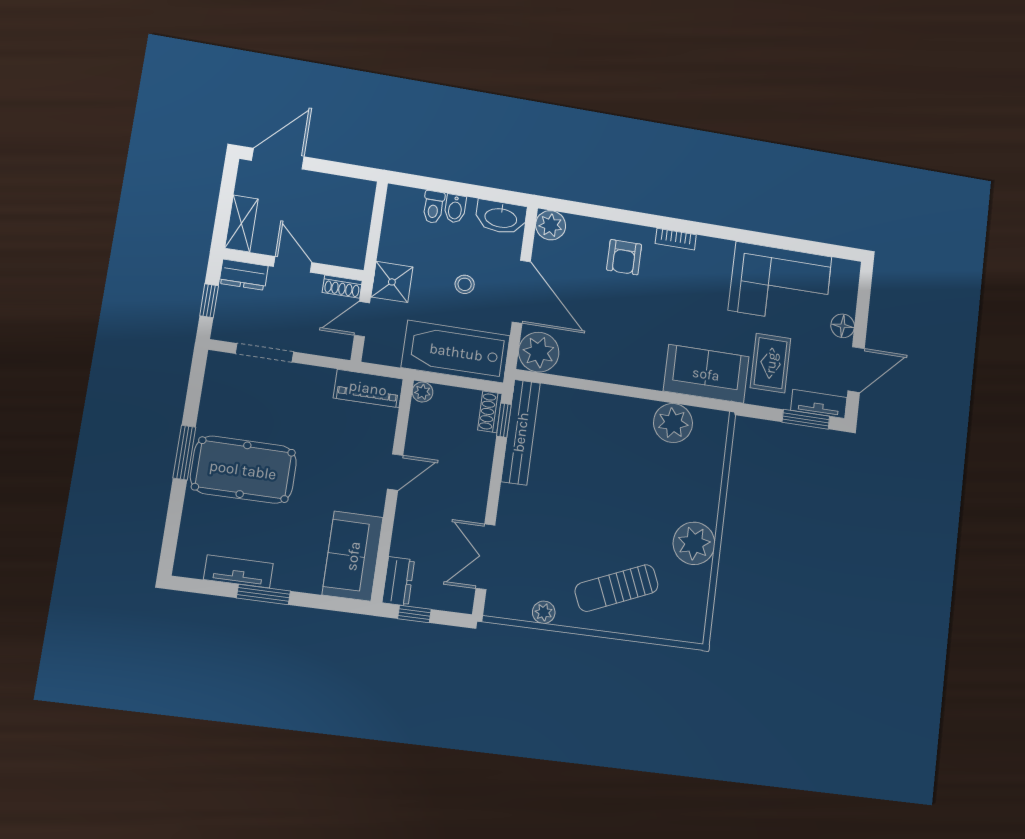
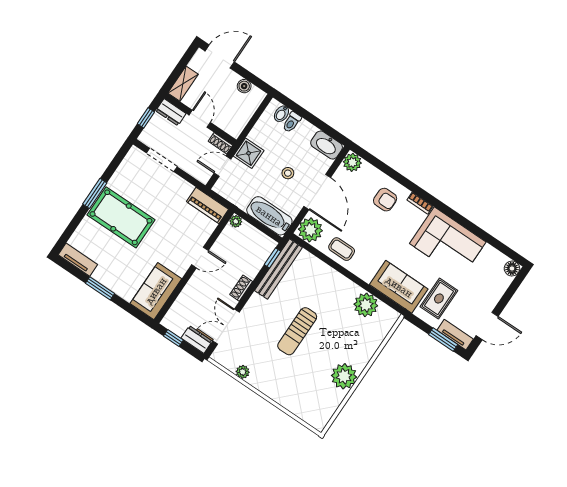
boiler: (336, 186) -> (244, 86), added
bidet: (455, 209) -> (281, 114), moved
armchair: (624, 257) -> (385, 200), turned -90
corner sofa: (780, 284) -> (448, 243), moved
floor lamp: (843, 326) -> (512, 268), moved
bathtub: (456, 352) -> (269, 216), width x0.73, depth x0.73
coffee table: (598, 359) -> (342, 249), added
shoe rack: (490, 412) -> (241, 288), moved
tv unit: (238, 571) -> (78, 260), moved
dresser: (398, 581) -> (197, 340), moved, turned -90
sun lounger: (617, 588) -> (297, 331), moved, turned -67

